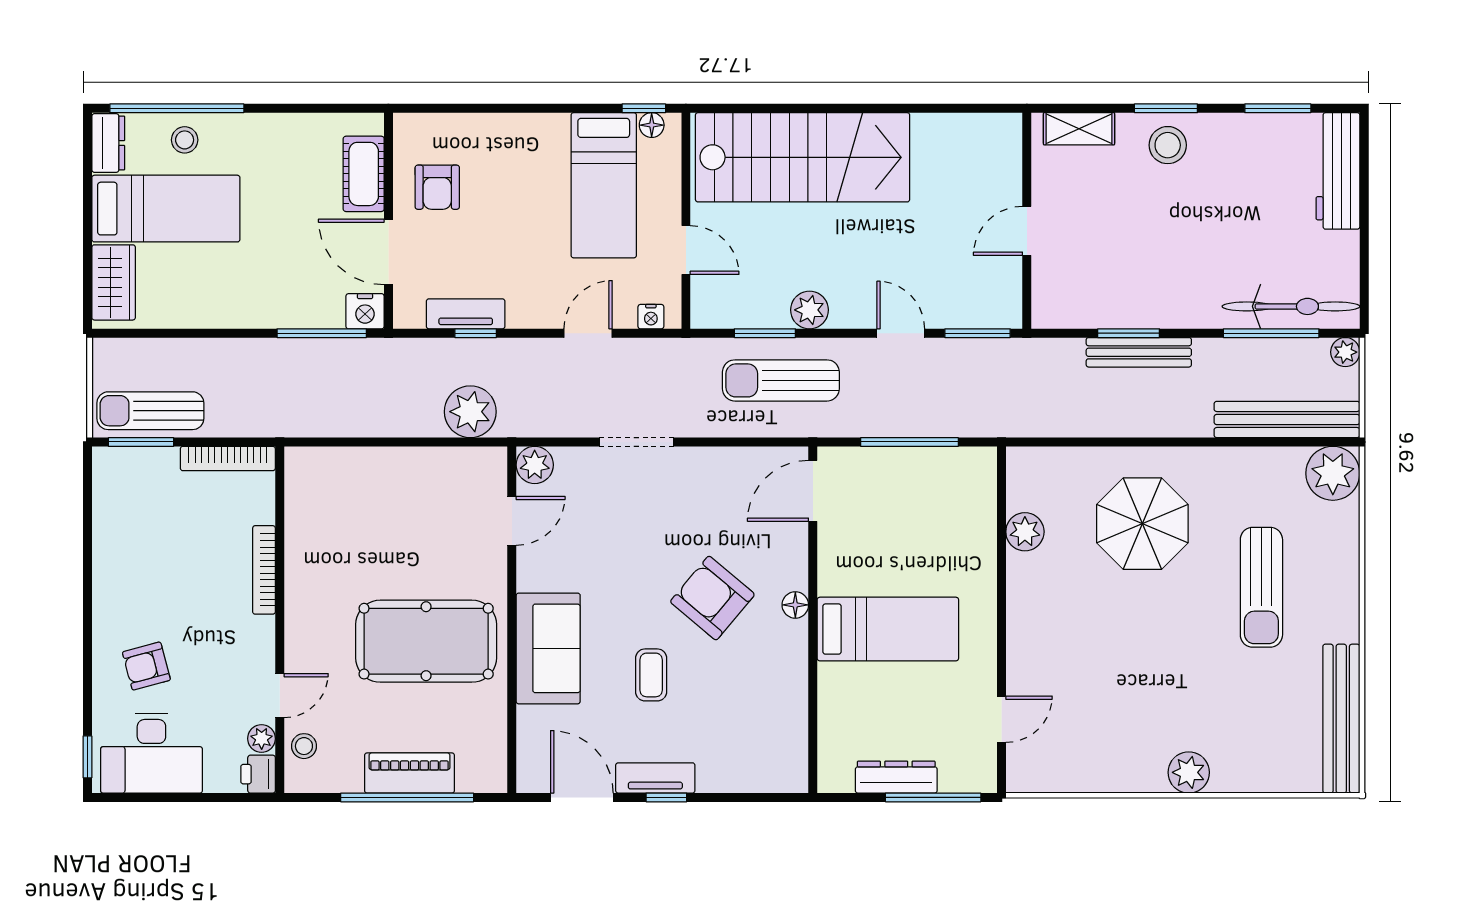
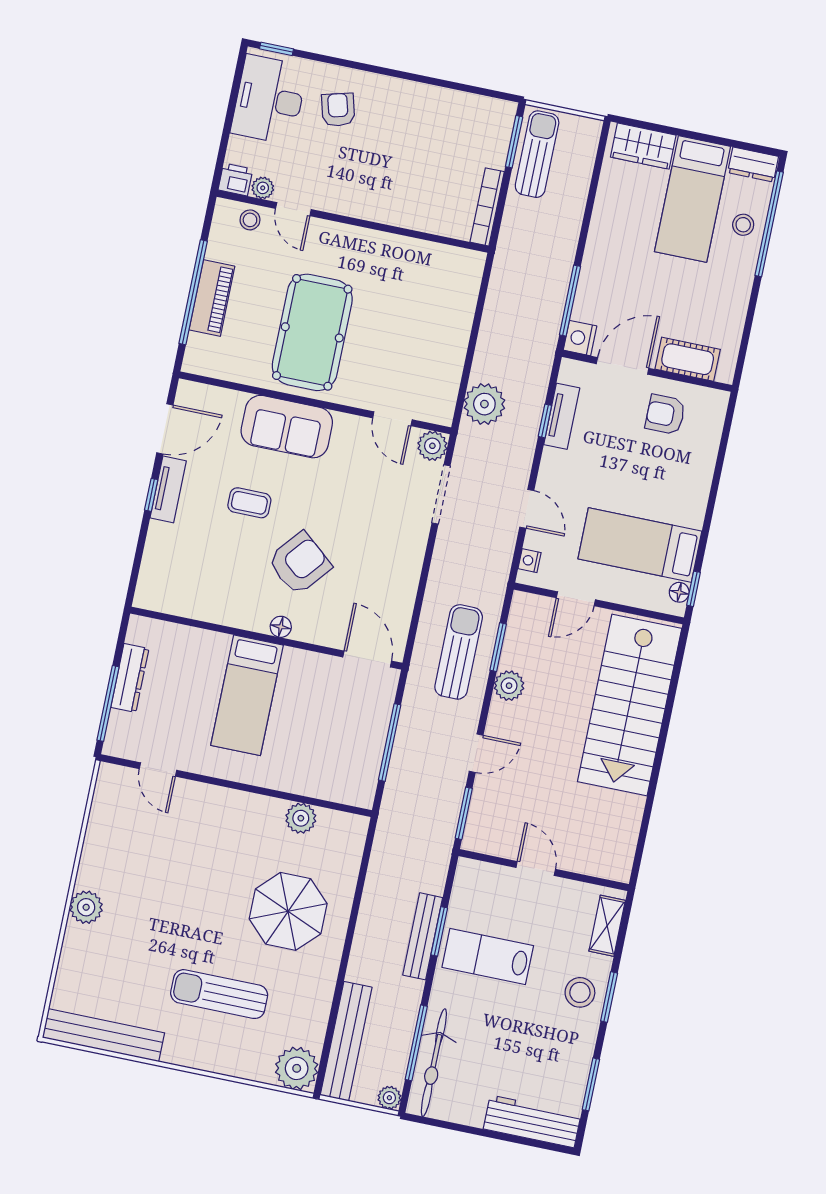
lab bench: (1147, 267) -> (488, 956), added
doorway: (636, 442) -> (441, 494), moved
bookcase: (264, 570) -> (394, 217), removed

